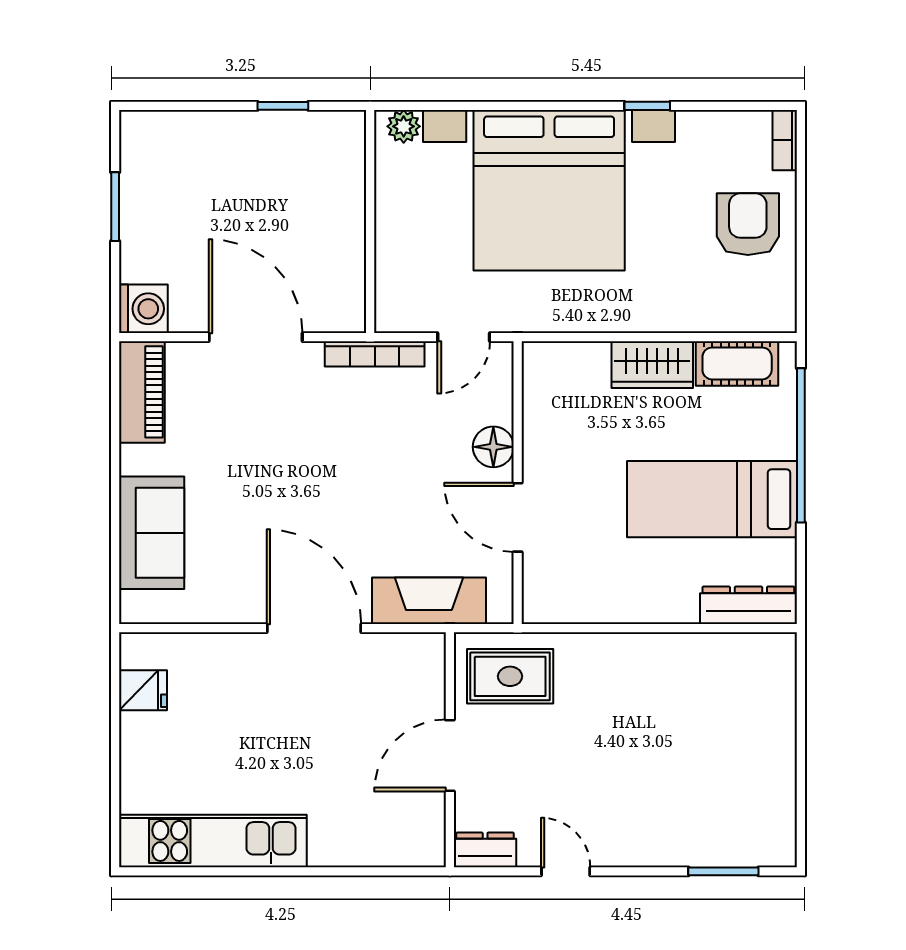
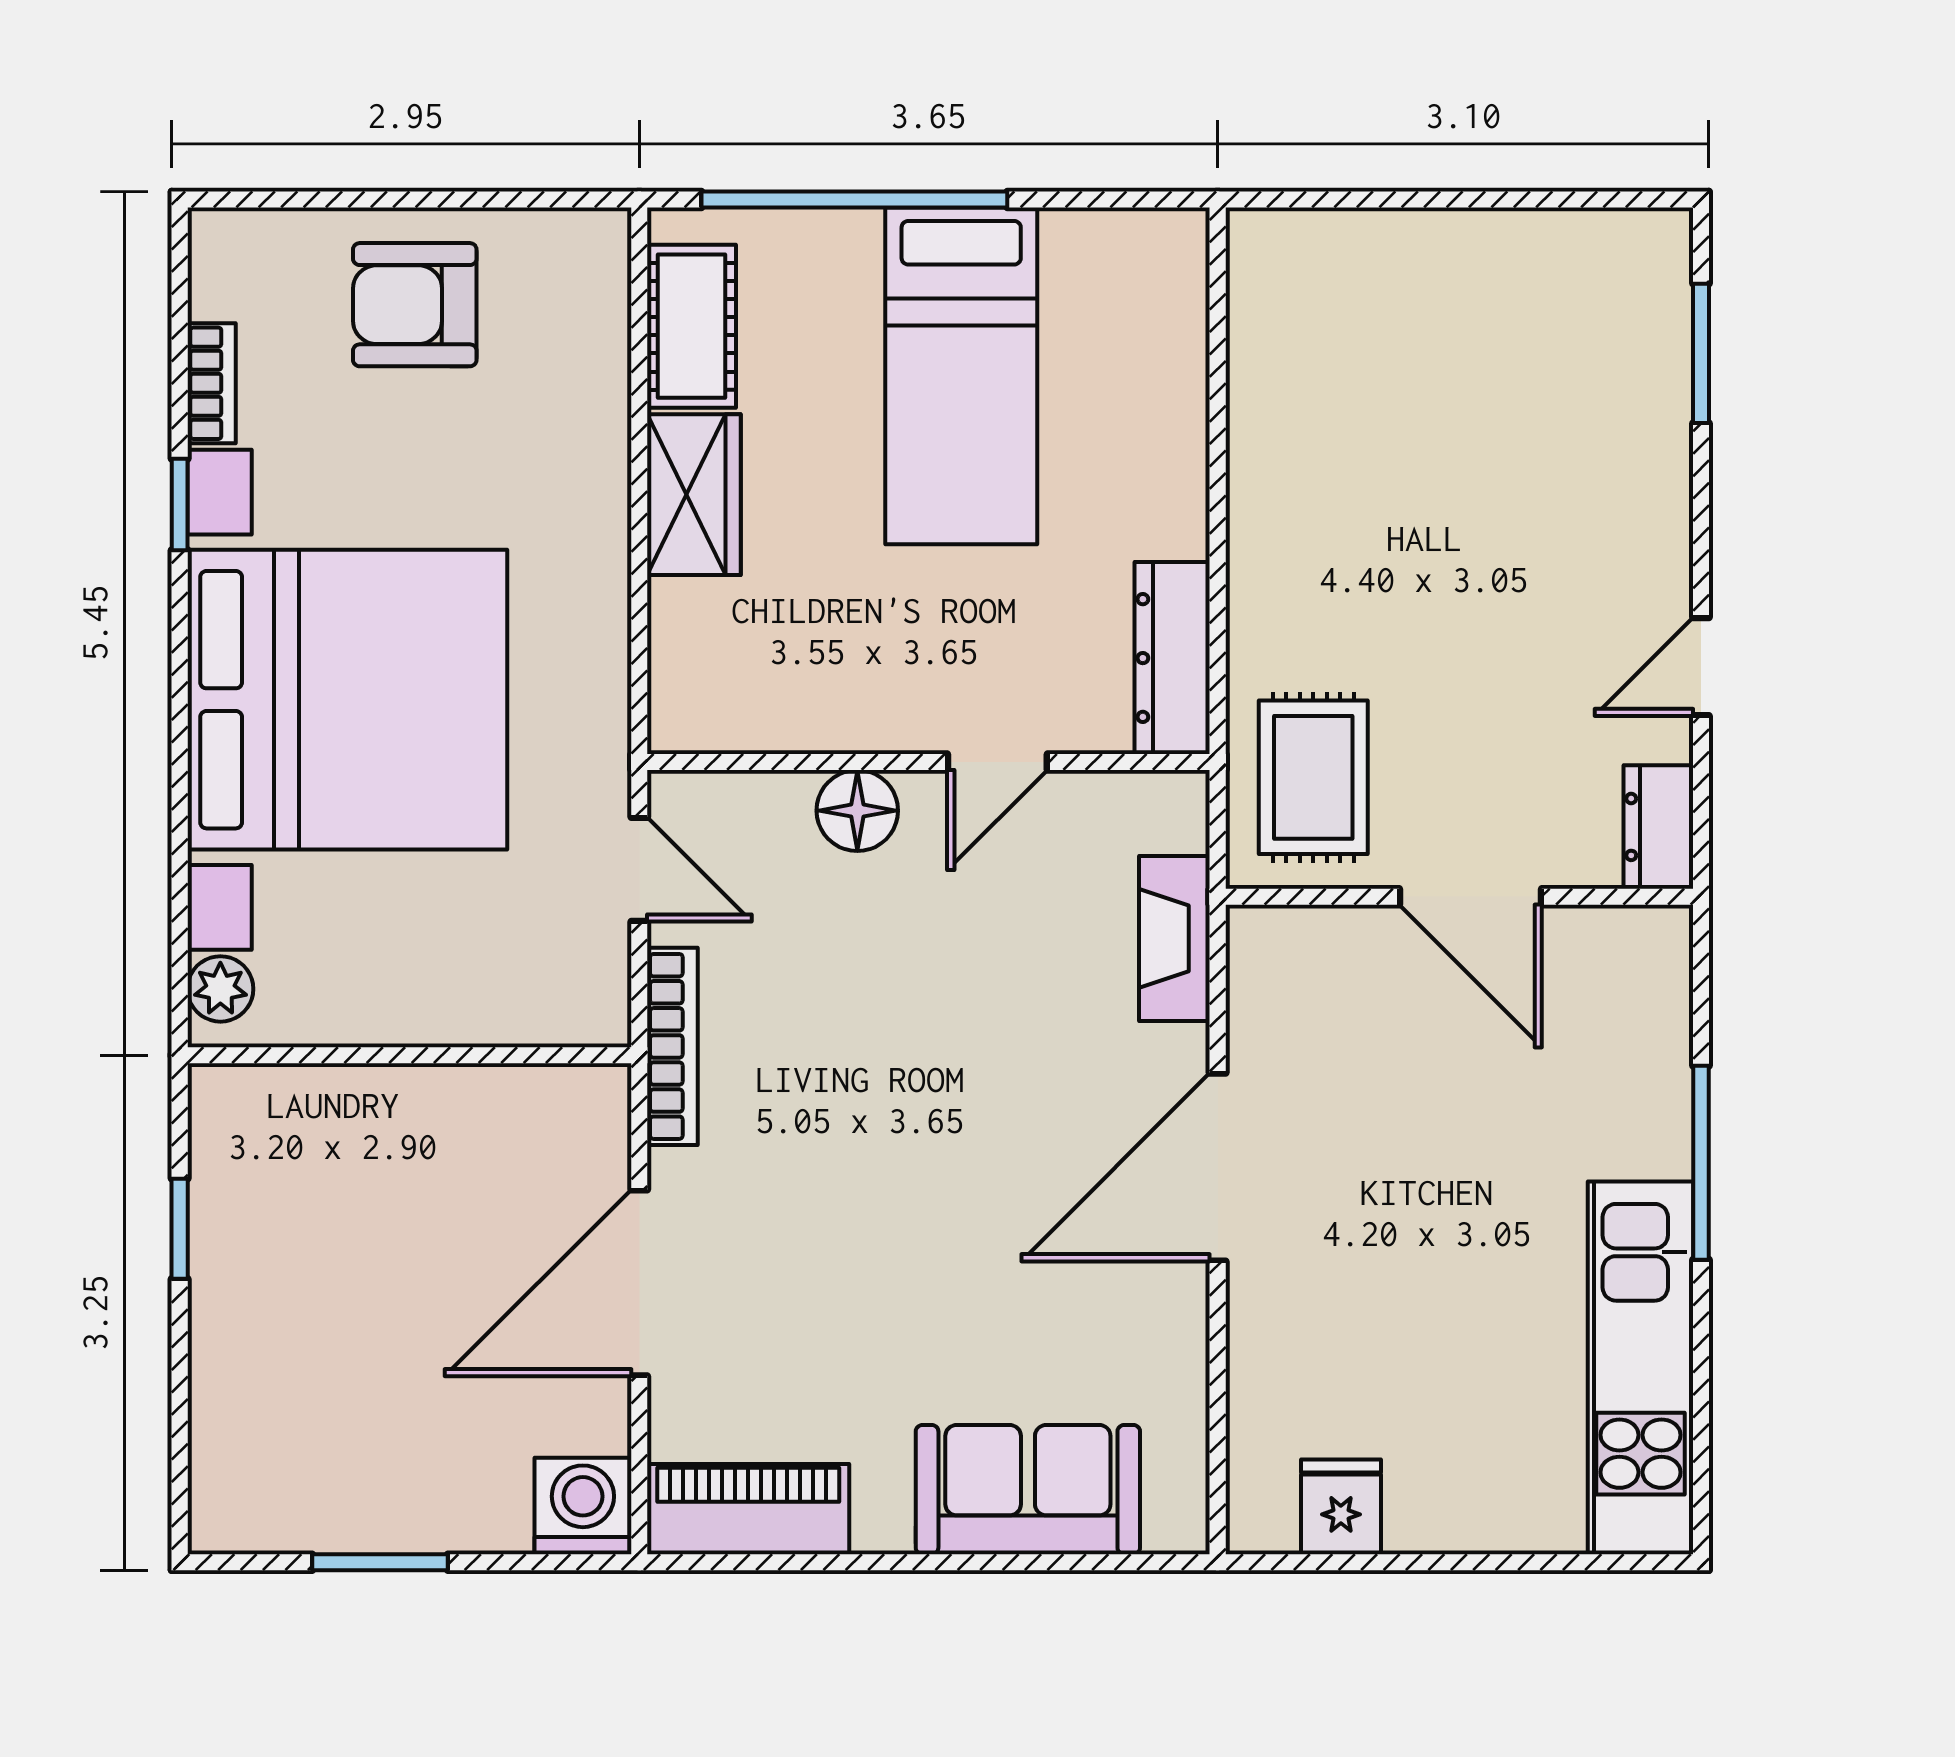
bookcase: (785, 140) -> (212, 383), moved, turned -90
door: (518, 517) -> (997, 762), width x0.73
fireplace: (429, 601) -> (1174, 938), width x0.73, depth x0.76
dresser: (748, 605) -> (1172, 658), moved
window: (316, 871) -> (1701, 1163), added

